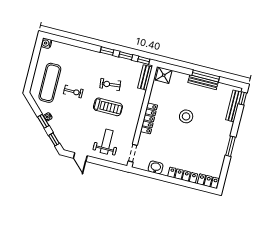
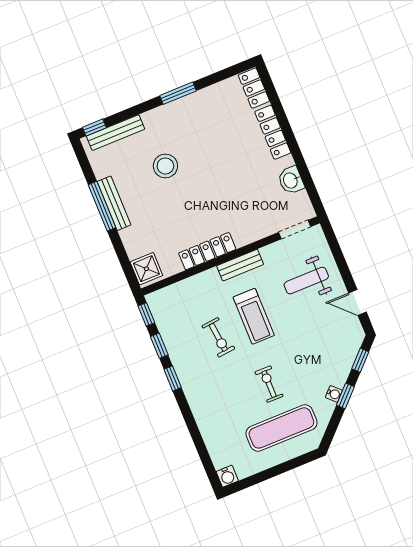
bench: (145, 77) -> (240, 265), moved
treadmill: (108, 107) -> (254, 316), turned 180
stool: (186, 116) -> (165, 166), moved
locker: (149, 118) -> (207, 251), moved
door: (80, 157) -> (357, 303), swing flipped

